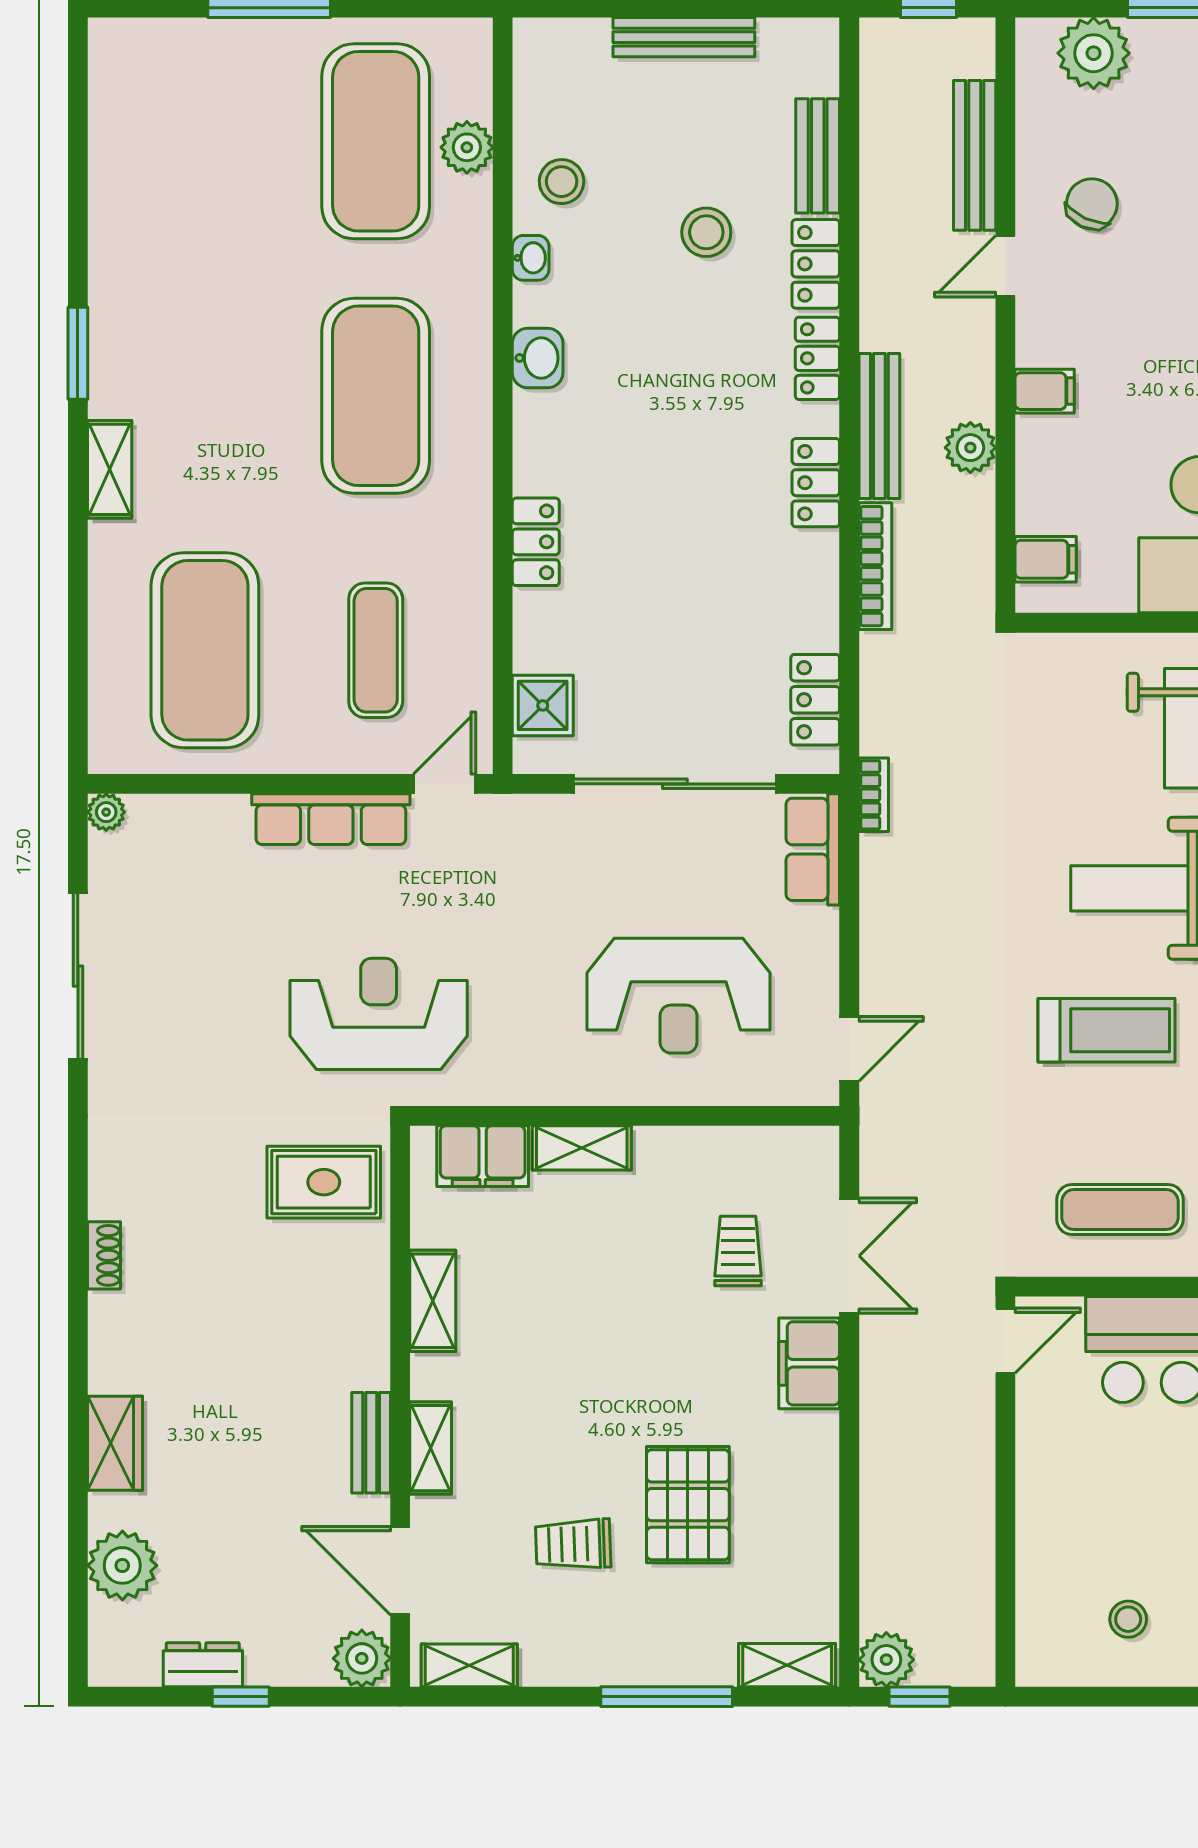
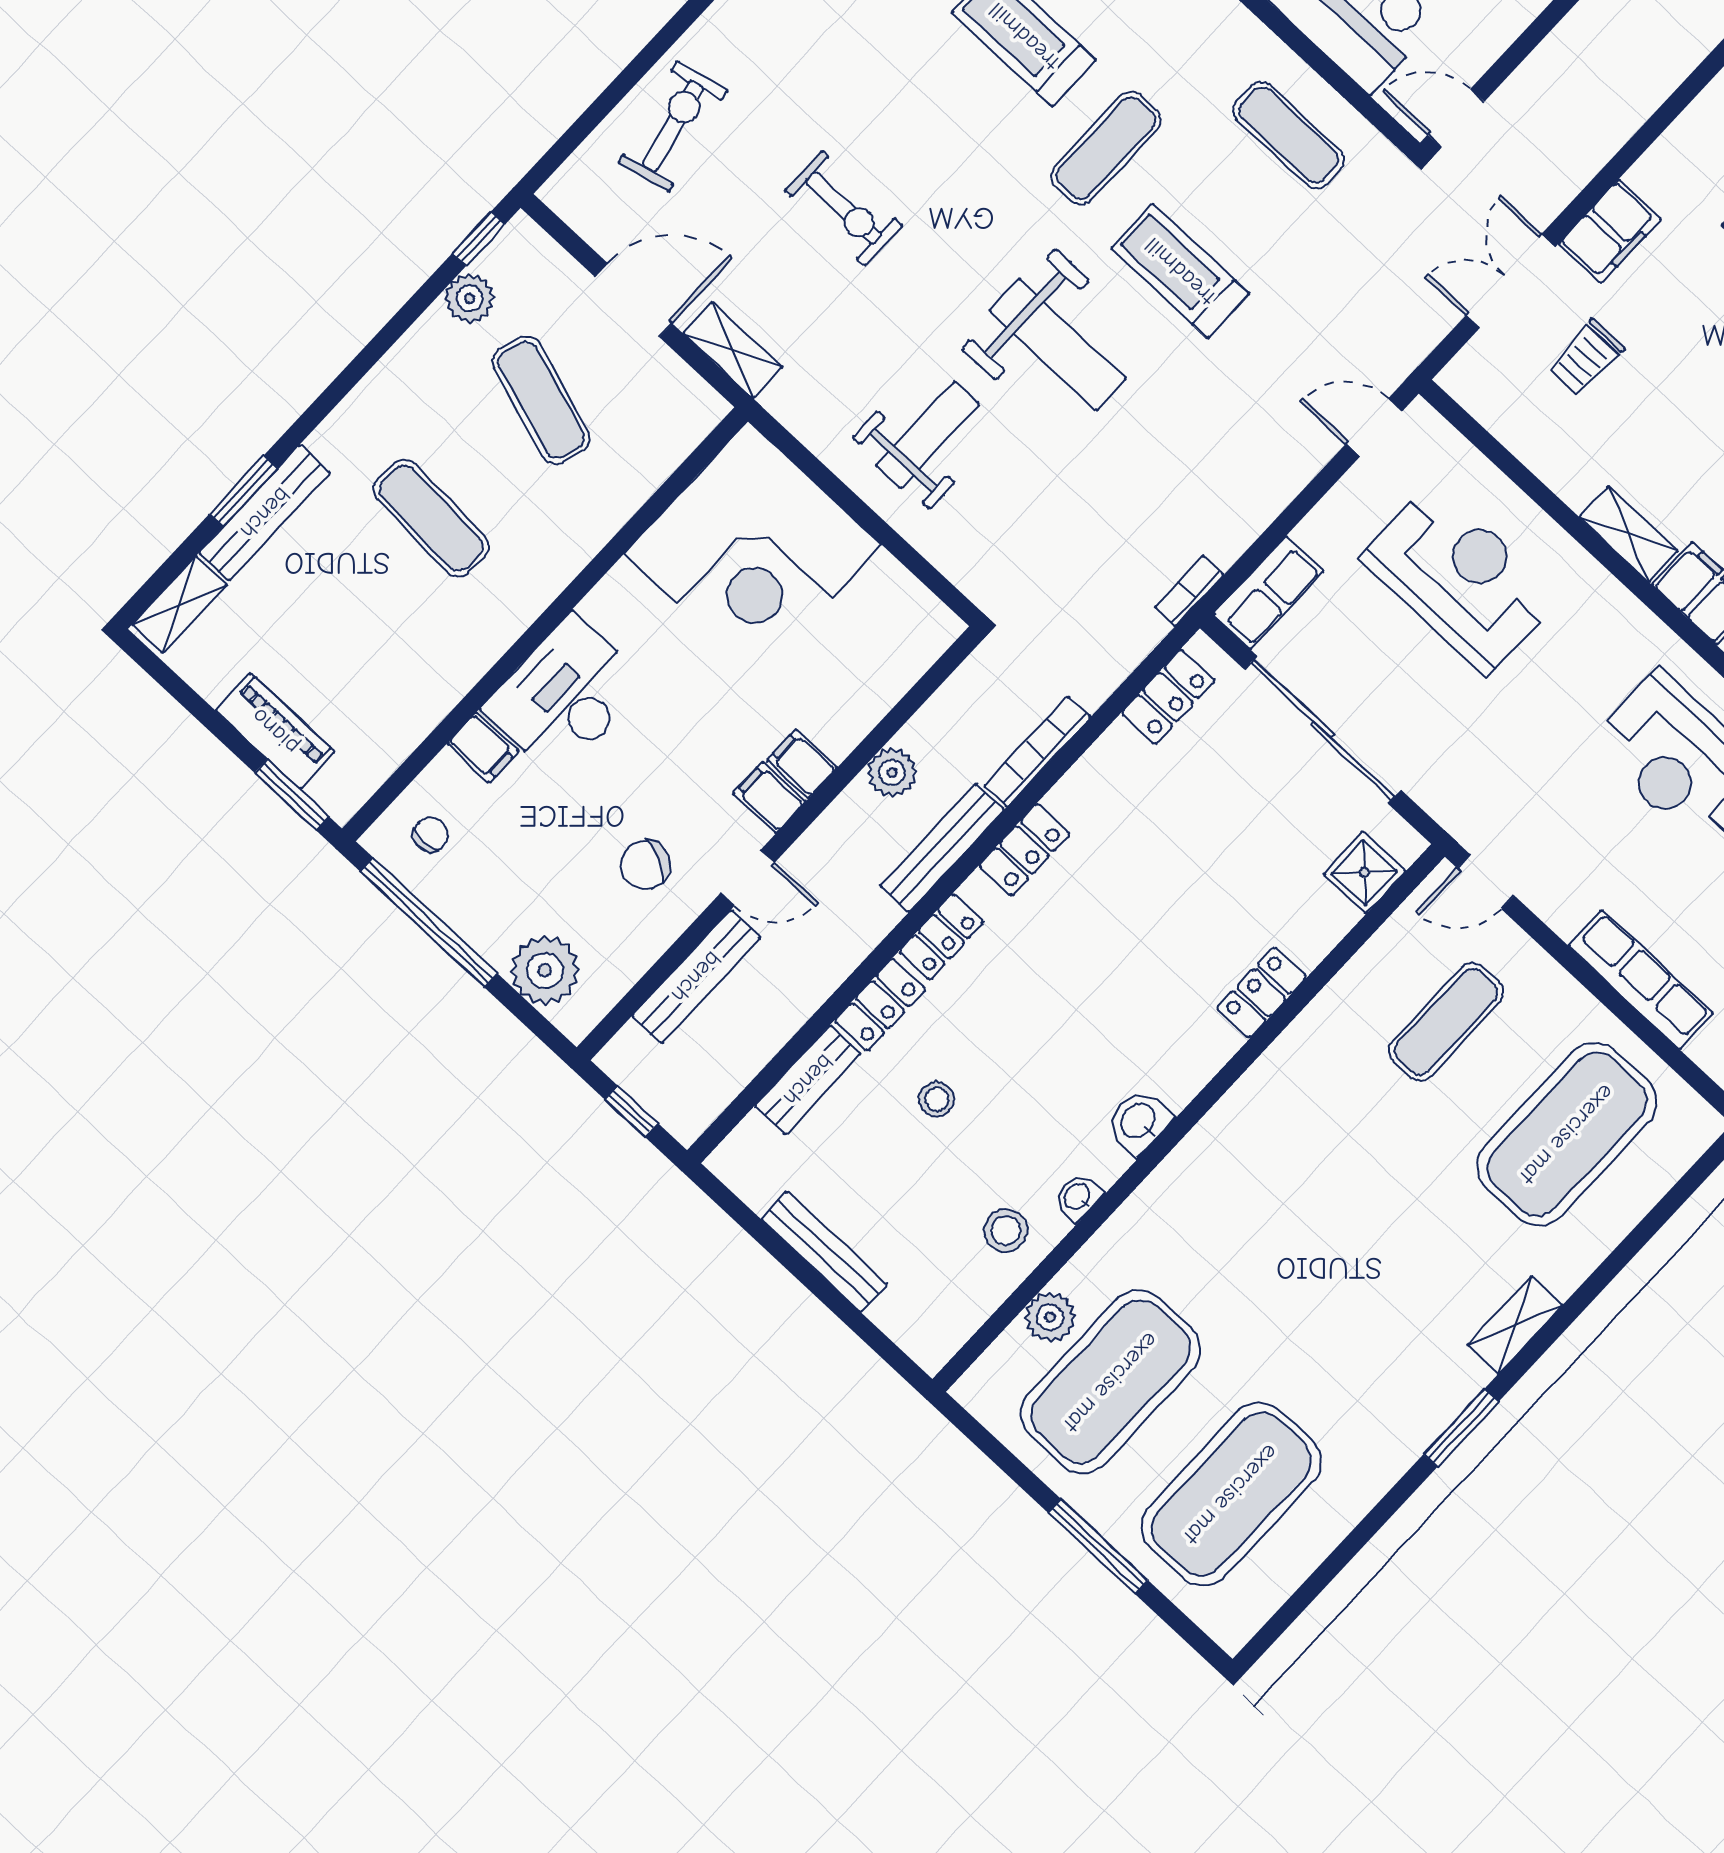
stool: (706, 232) -> (937, 1099), width x0.73, depth x0.73
exercise mat: (376, 396) -> (1231, 1494), moved
filing cabinet: (1046, 559) -> (769, 798), moved
row of seats: (331, 819) -> (1641, 980), moved

